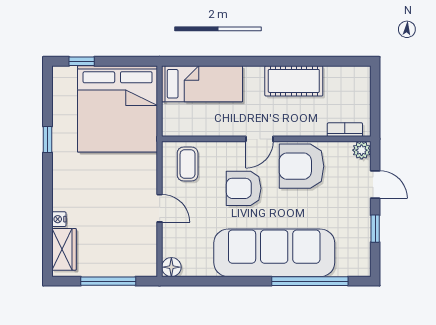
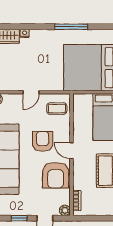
window: (47, 139) -> (71, 27), width x2.17
armchair: (302, 166) -> (56, 175), turned 180

